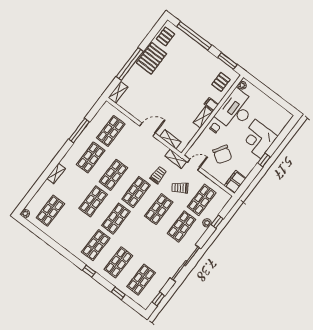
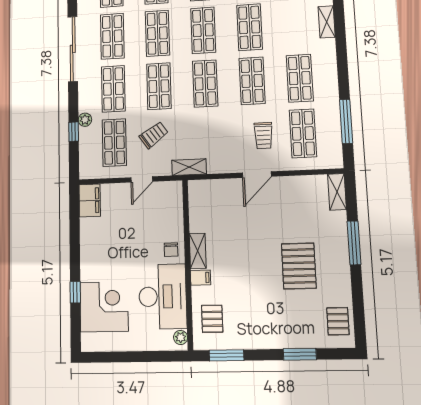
window: (194, 36) -> (300, 354), width x0.47
pallet: (151, 58) -> (299, 266), moved
window: (130, 64) -> (354, 243), width x0.68
window: (79, 131) -> (346, 121), moved
shelving: (170, 139) -> (217, 187), removed
corner desk: (258, 139) -> (104, 307), moved
chair: (222, 154) -> (134, 223), removed
window: (264, 160) -> (75, 292), moved
door: (194, 165) -> (142, 179), moved
trolley: (158, 175) -> (263, 136), moved
shop shelf: (139, 236) -> (157, 33), added
shop shelf: (161, 253) -> (112, 36), added

